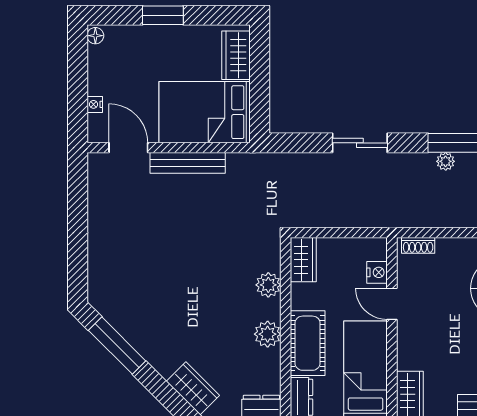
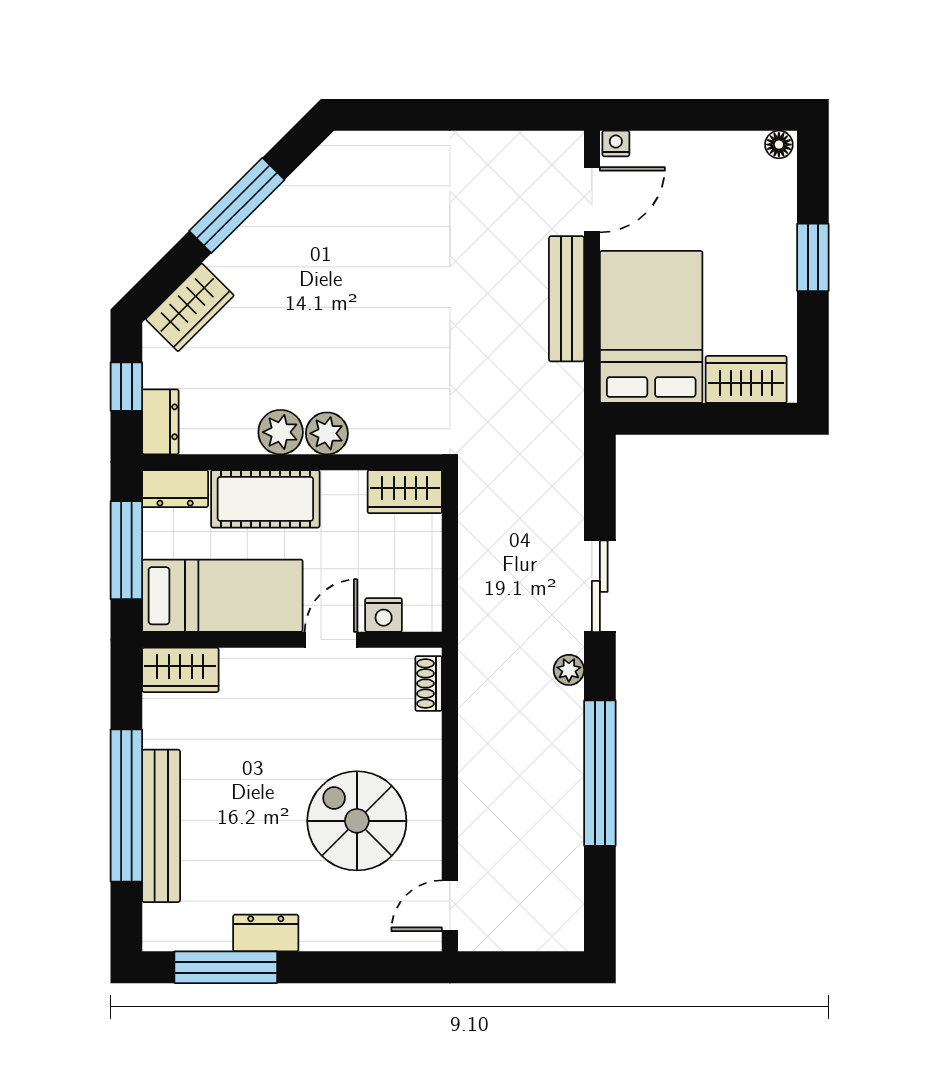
nightstand: (95, 104) -> (616, 144), moved
plant: (446, 161) -> (569, 670), moved
plant: (268, 285) -> (327, 433), moved
window: (117, 346) -> (237, 205), moved

